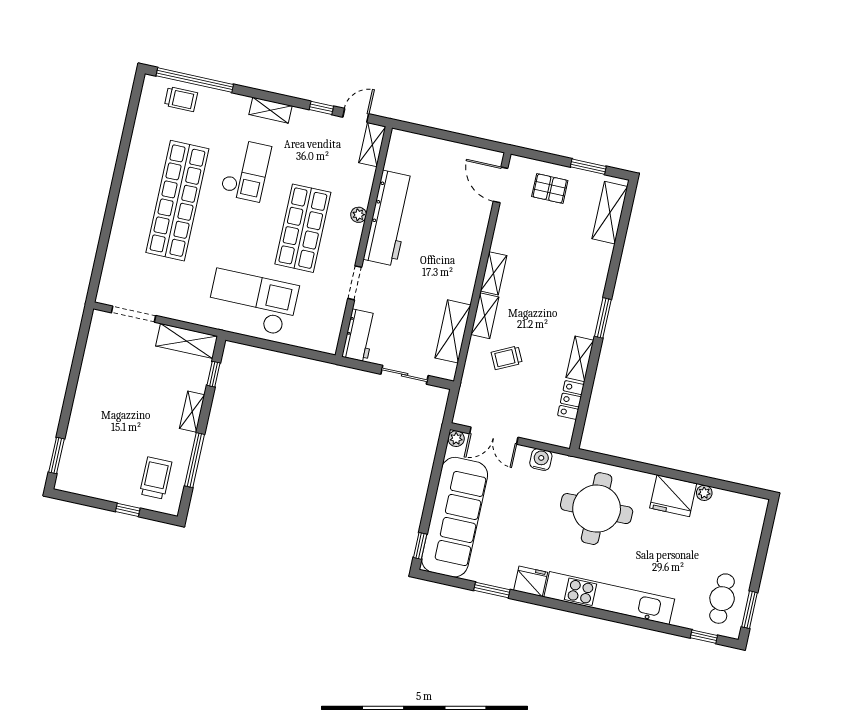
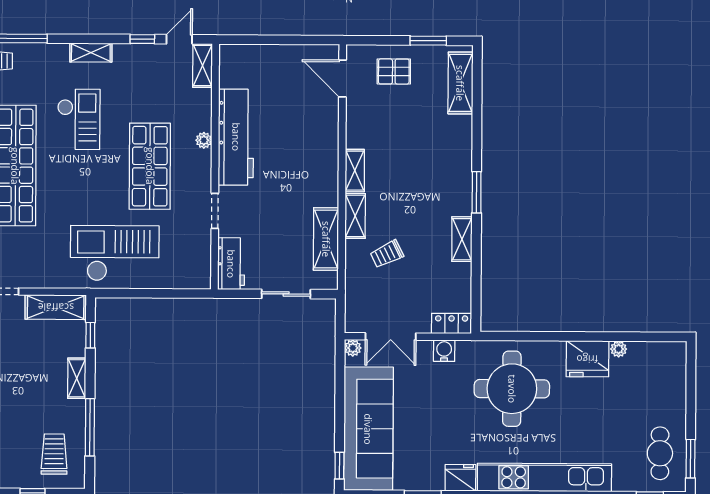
locker: (571, 400) -> (452, 323), moved, turned 90

